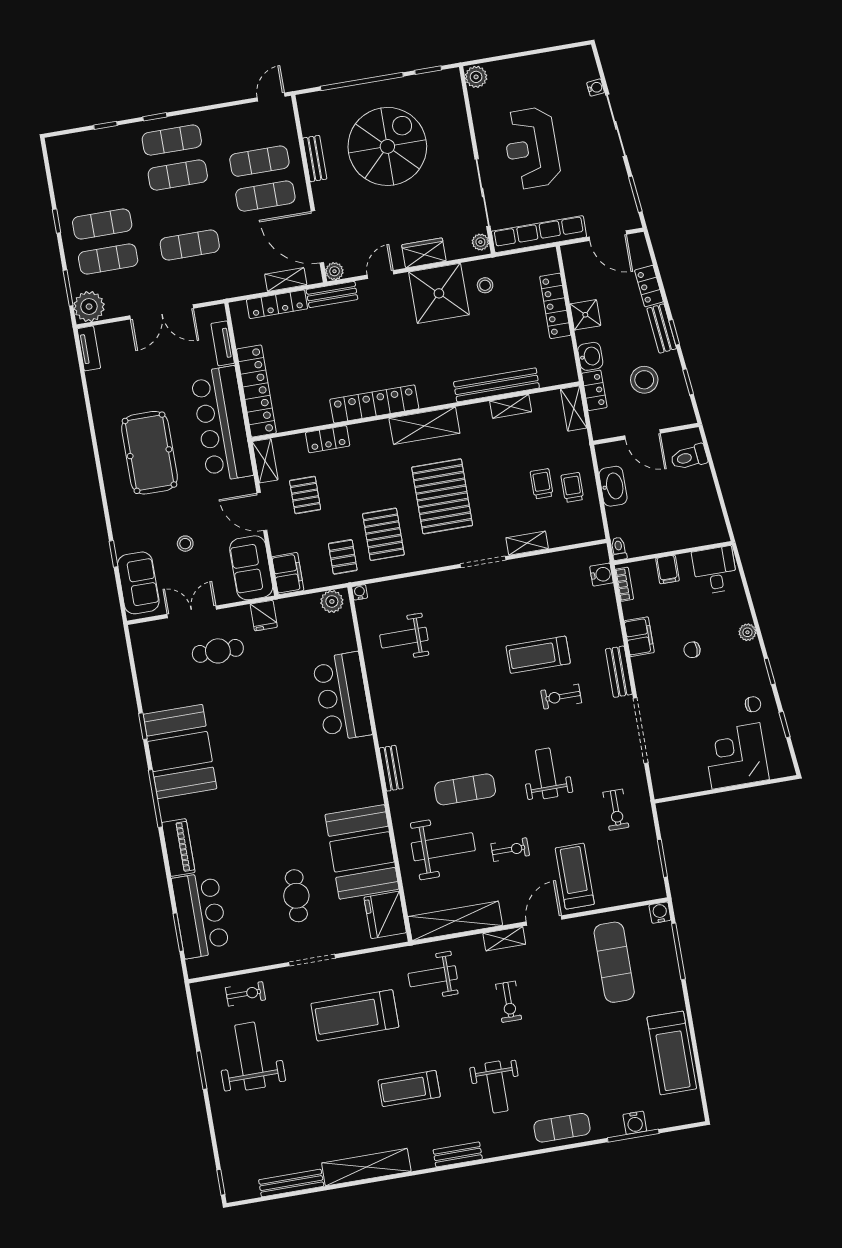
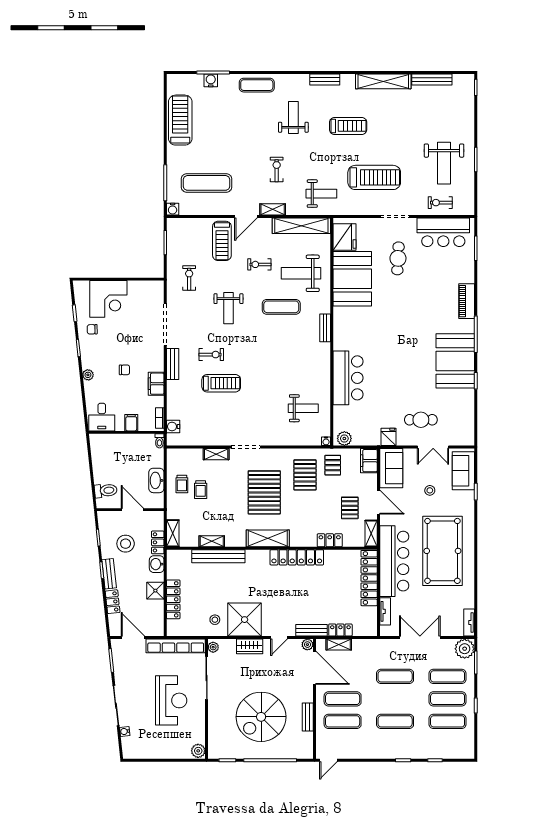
exercise mat: (172, 140) -> (448, 721), moved
locker: (277, 304) -> (340, 630), width x0.66
pool table: (150, 453) -> (442, 551), width x1.36, depth x1.32
bar counter: (201, 915) -> (443, 232), moved, turned -90
exercise mat: (614, 962) -> (206, 183), turned 90

